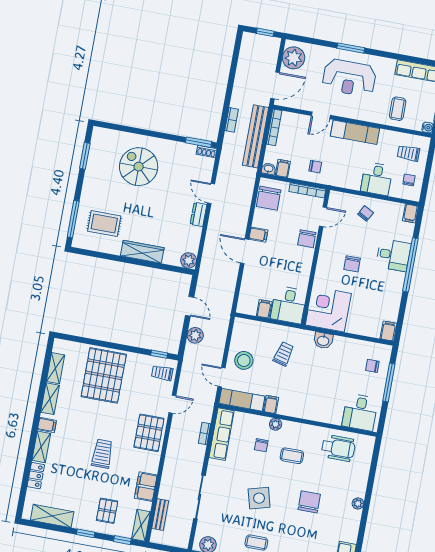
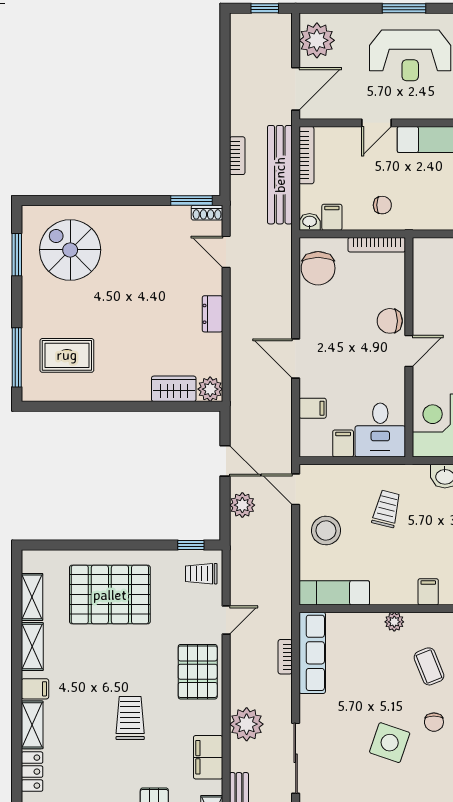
spiral stairs: (139, 167) -> (70, 250), moved
door: (211, 193) -> (226, 252), moved
door: (323, 217) -> (409, 351), moved
filing cabinet: (258, 235) -> (313, 408), moved
chair: (307, 239) -> (390, 321), turned 90
wardrobe: (142, 252) -> (174, 389), moved, width x0.67
pallet: (104, 375) -> (110, 595), turned 90
door: (221, 377) -> (296, 489), moved
filing cabinet: (271, 404) -> (428, 592), moved
chair: (261, 445) -> (434, 722), moved
coffee table: (292, 456) -> (429, 666), turned 68
plant: (173, 471) -> (247, 724), added
side table: (259, 498) -> (390, 743), turned 34

